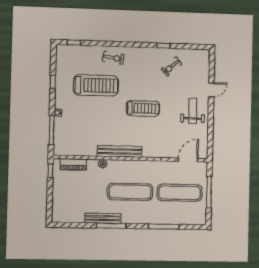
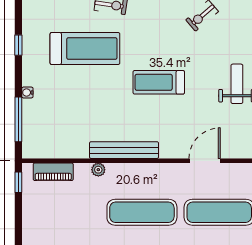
treadmill: (143, 108) -> (159, 82), turned 180
door: (188, 160) -> (205, 161), moved

